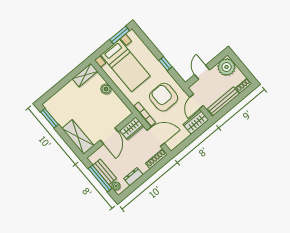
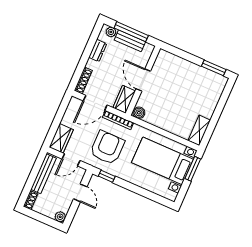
window: (120, 35) -> (193, 169), moved
window: (165, 64) -> (107, 176), moved
plant: (226, 67) -> (60, 217), width x0.53, depth x0.53
boiler: (106, 89) -> (139, 113), moved
armchair: (164, 97) -> (107, 148), turned -90
door: (197, 102) -> (71, 160), swing flipped
shelving: (78, 137) -> (175, 63), removed

